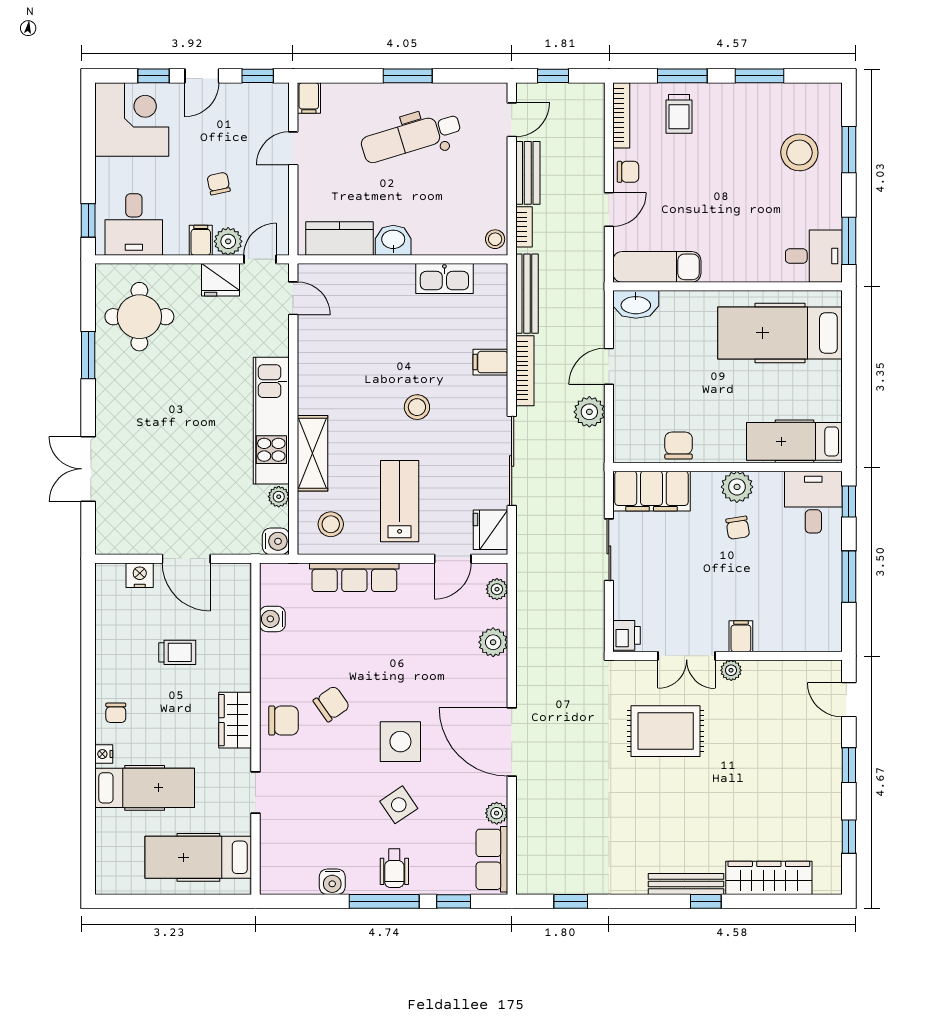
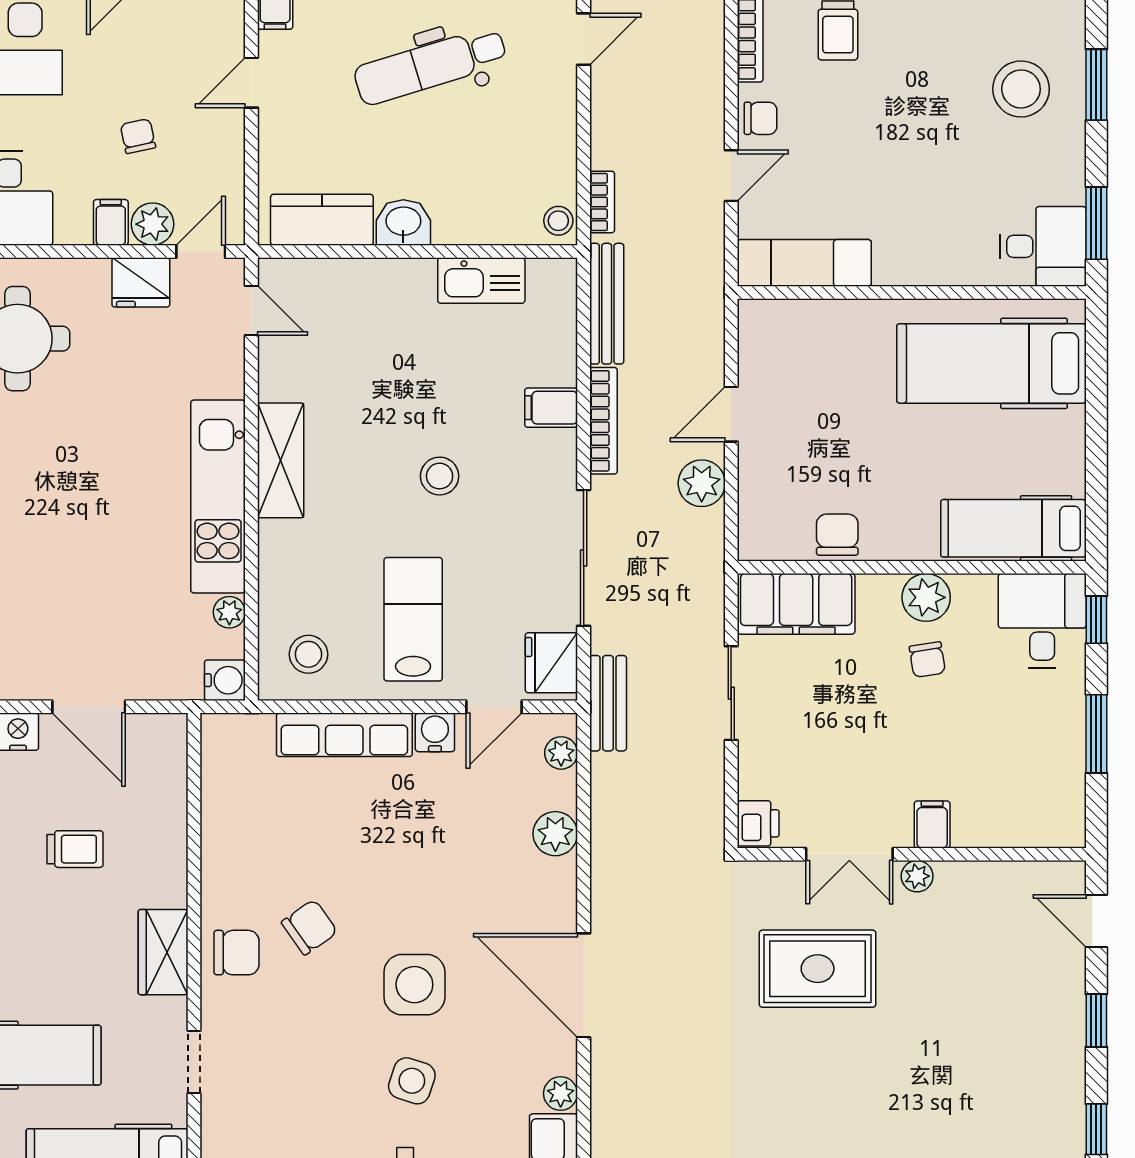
bench: (528, 173) -> (608, 703), moved
washbasin: (636, 304) -> (772, 320), removed
shelving: (312, 453) -> (281, 460), moved
water cooler: (272, 619) -> (435, 732), moved, turned 90
side table: (399, 805) -> (412, 1081), turned -38

